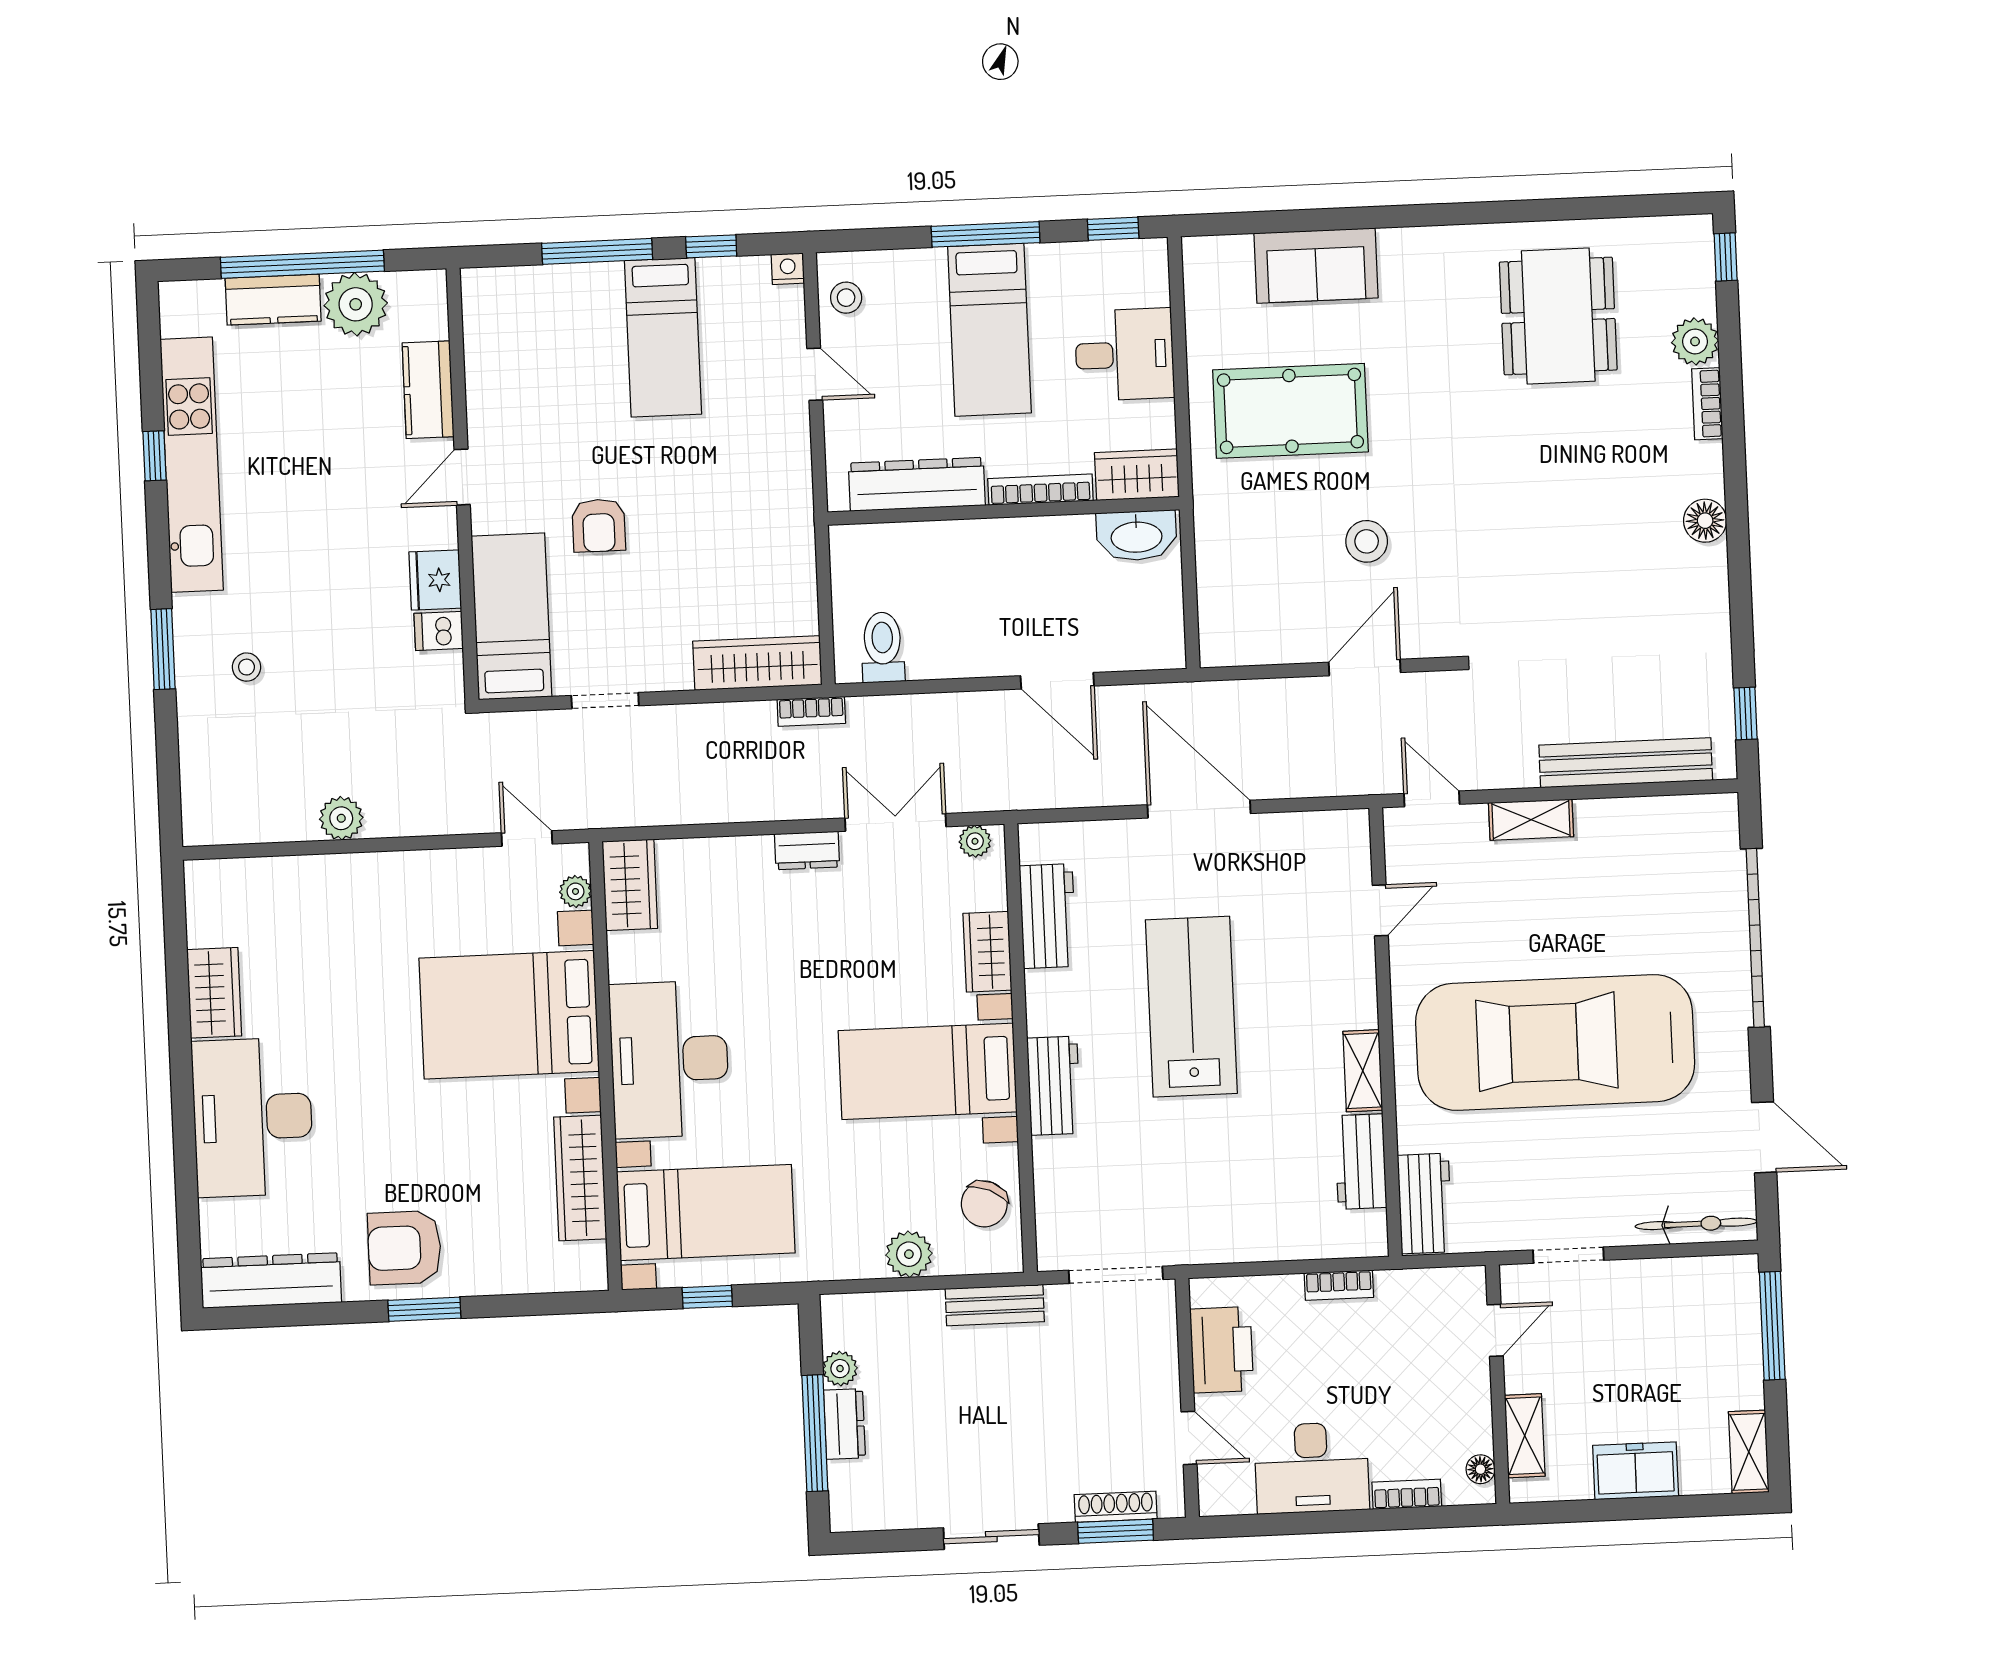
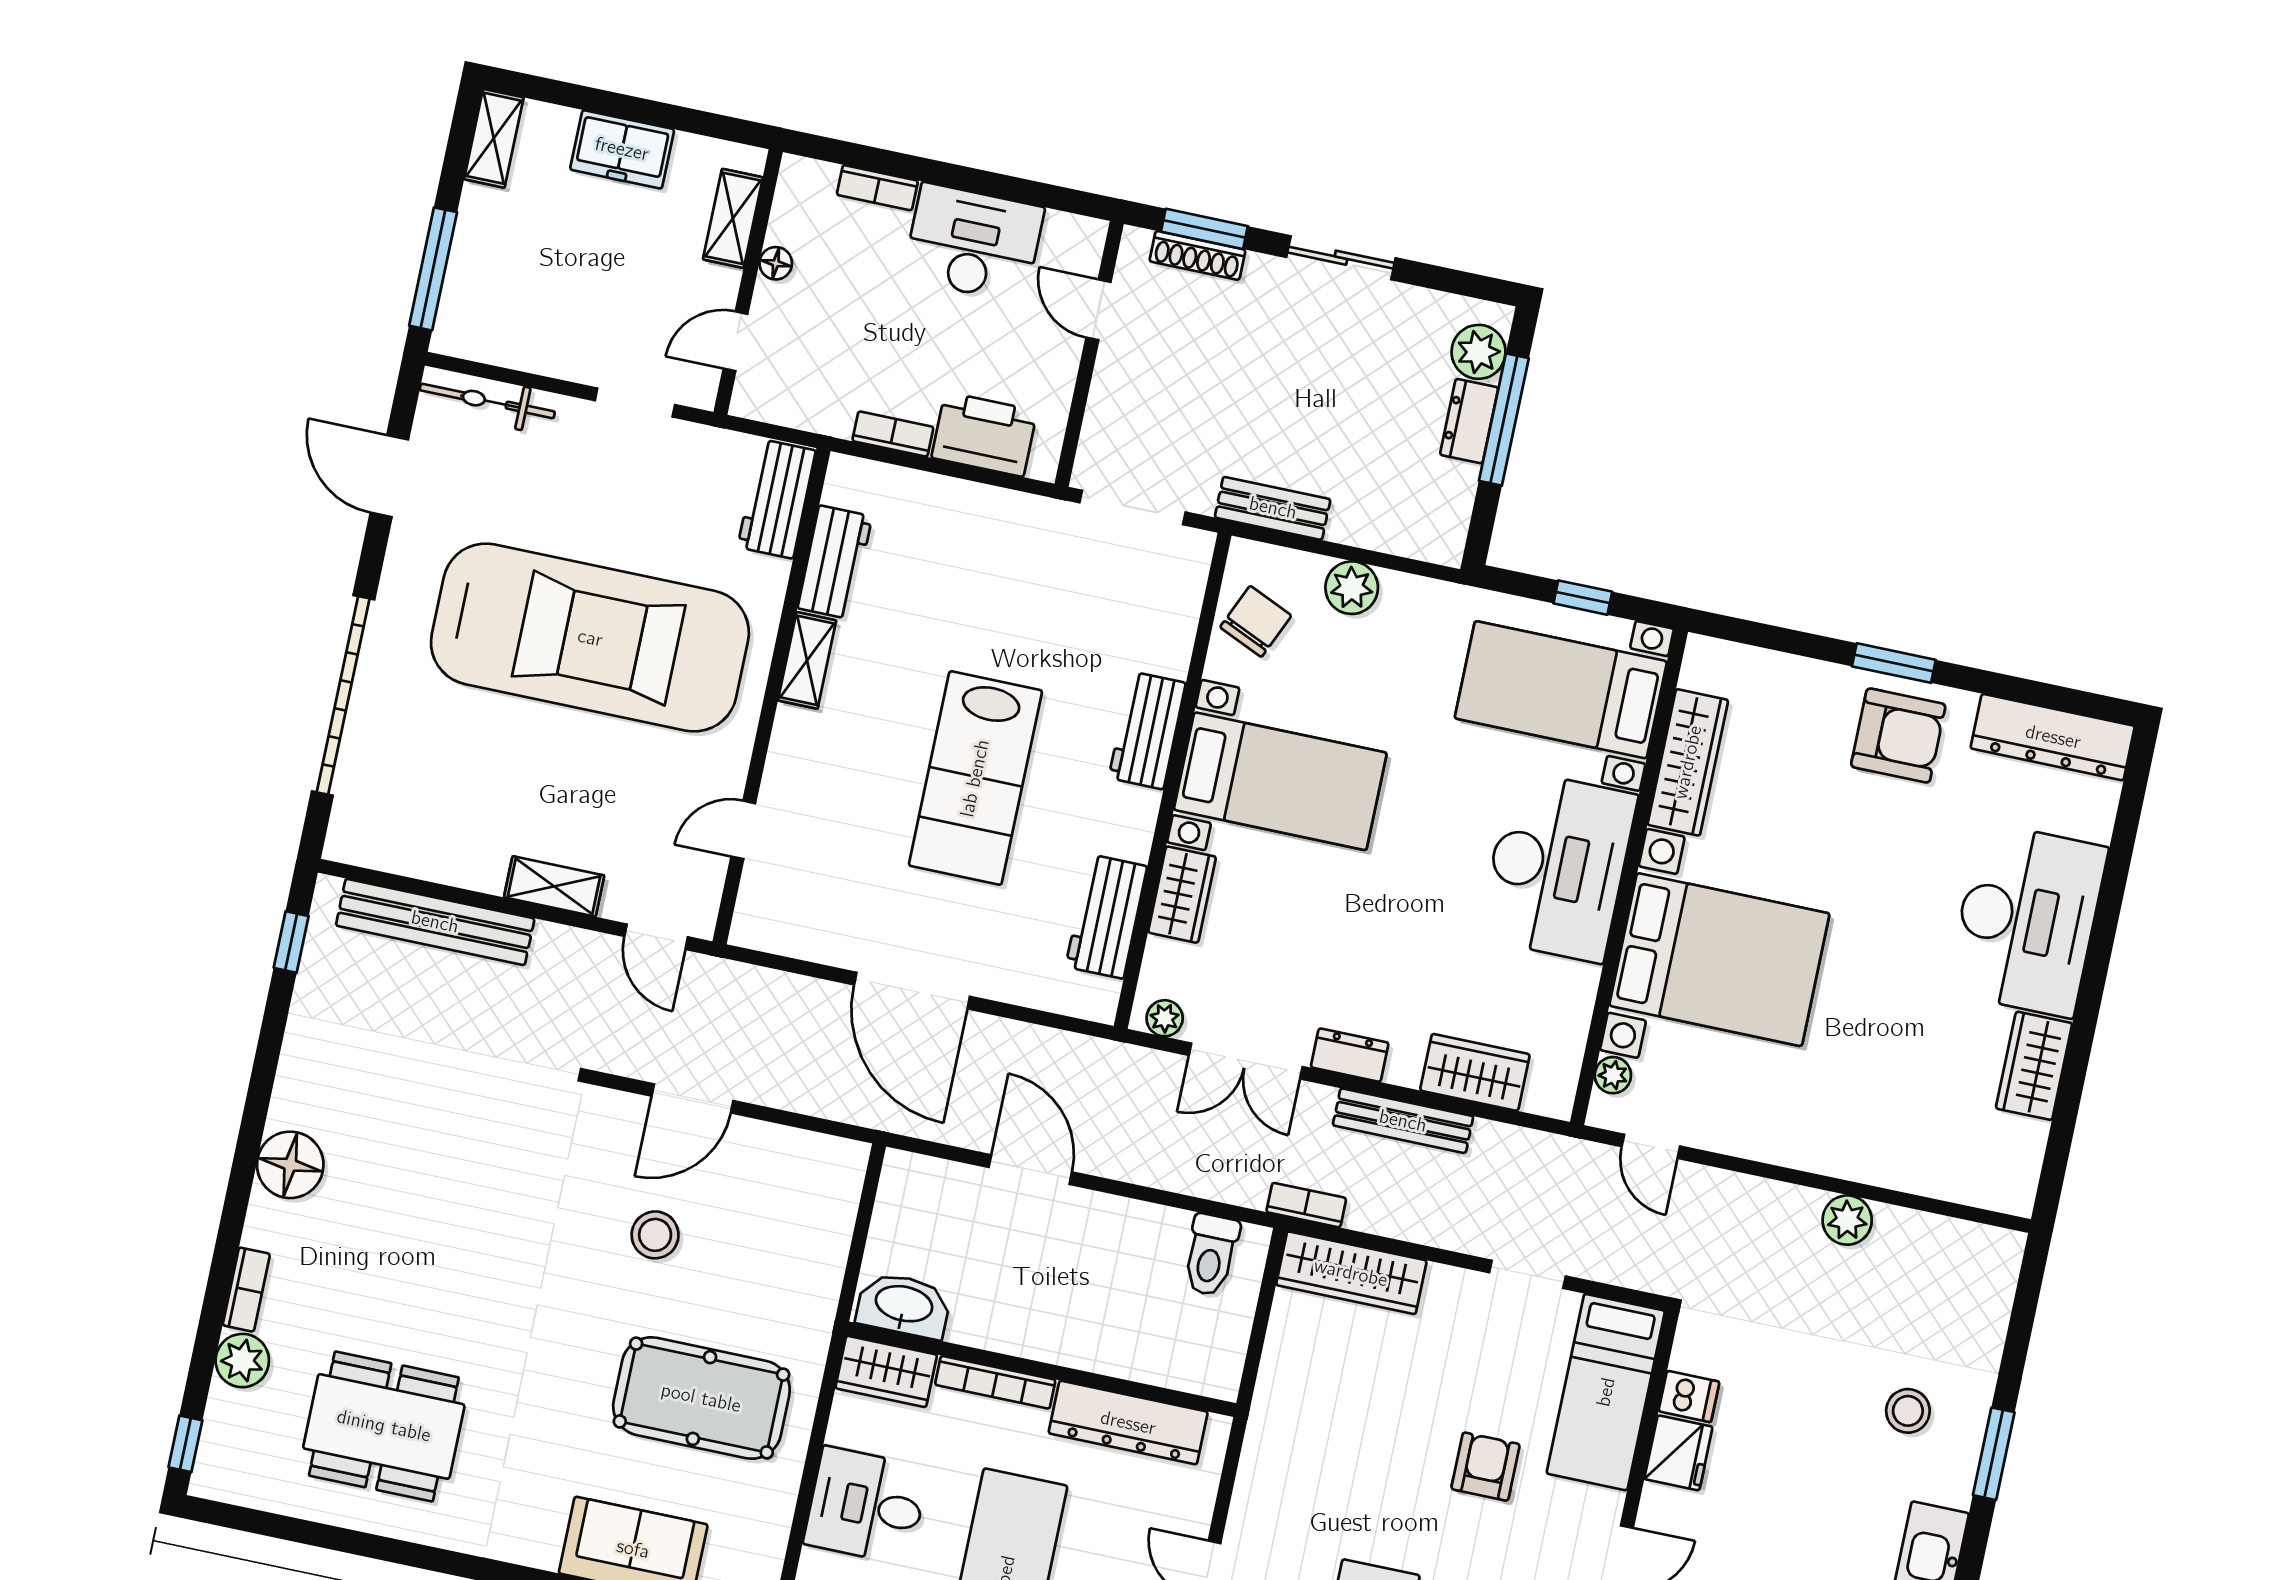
dining table: (1558, 316) -> (384, 1426), turned 90
floor lamp: (1705, 521) -> (290, 1165), width x1.38, depth x1.38
stool: (247, 667) -> (1908, 1411), width x1.37, depth x1.37
bench: (746, 806) -> (1403, 1121), added
wardrobe: (630, 885) -> (1475, 1072), moved, turned 90
printer: (1222, 1350) -> (984, 434), moved, turned 90
plant: (840, 1369) -> (1479, 352), moved, width x1.38, depth x1.38
floor lamp: (1480, 1469) -> (776, 263), moved

